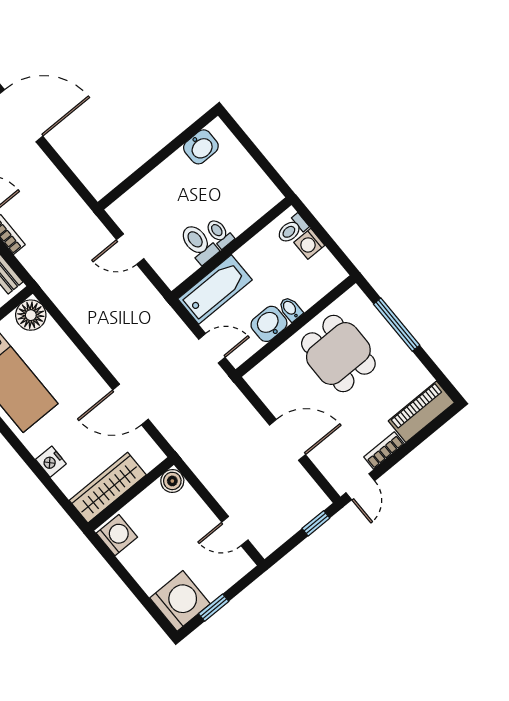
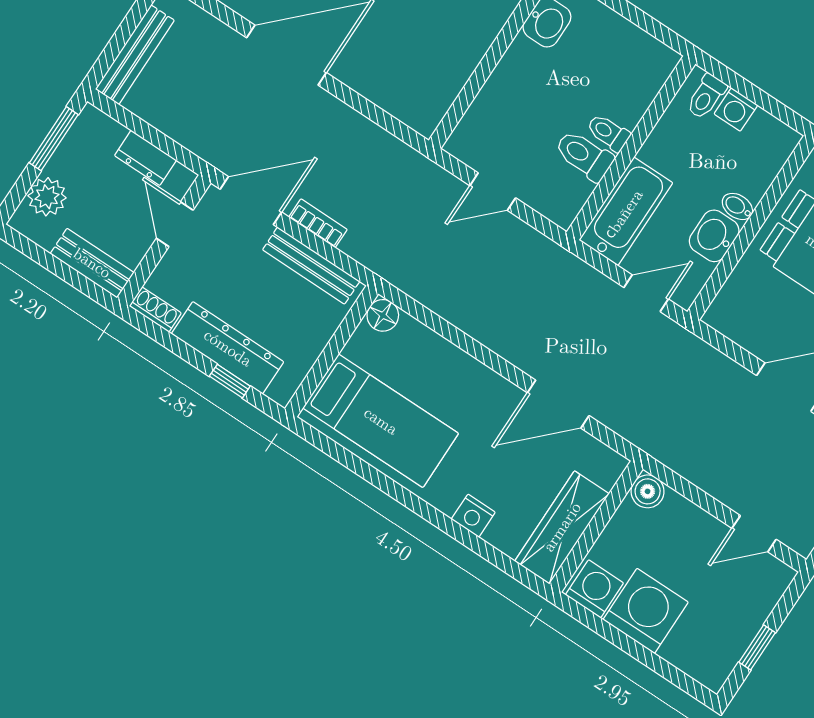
floor lamp: (31, 315) -> (383, 315), width x0.73, depth x0.73
washing machine: (180, 601) -> (646, 611), moved

